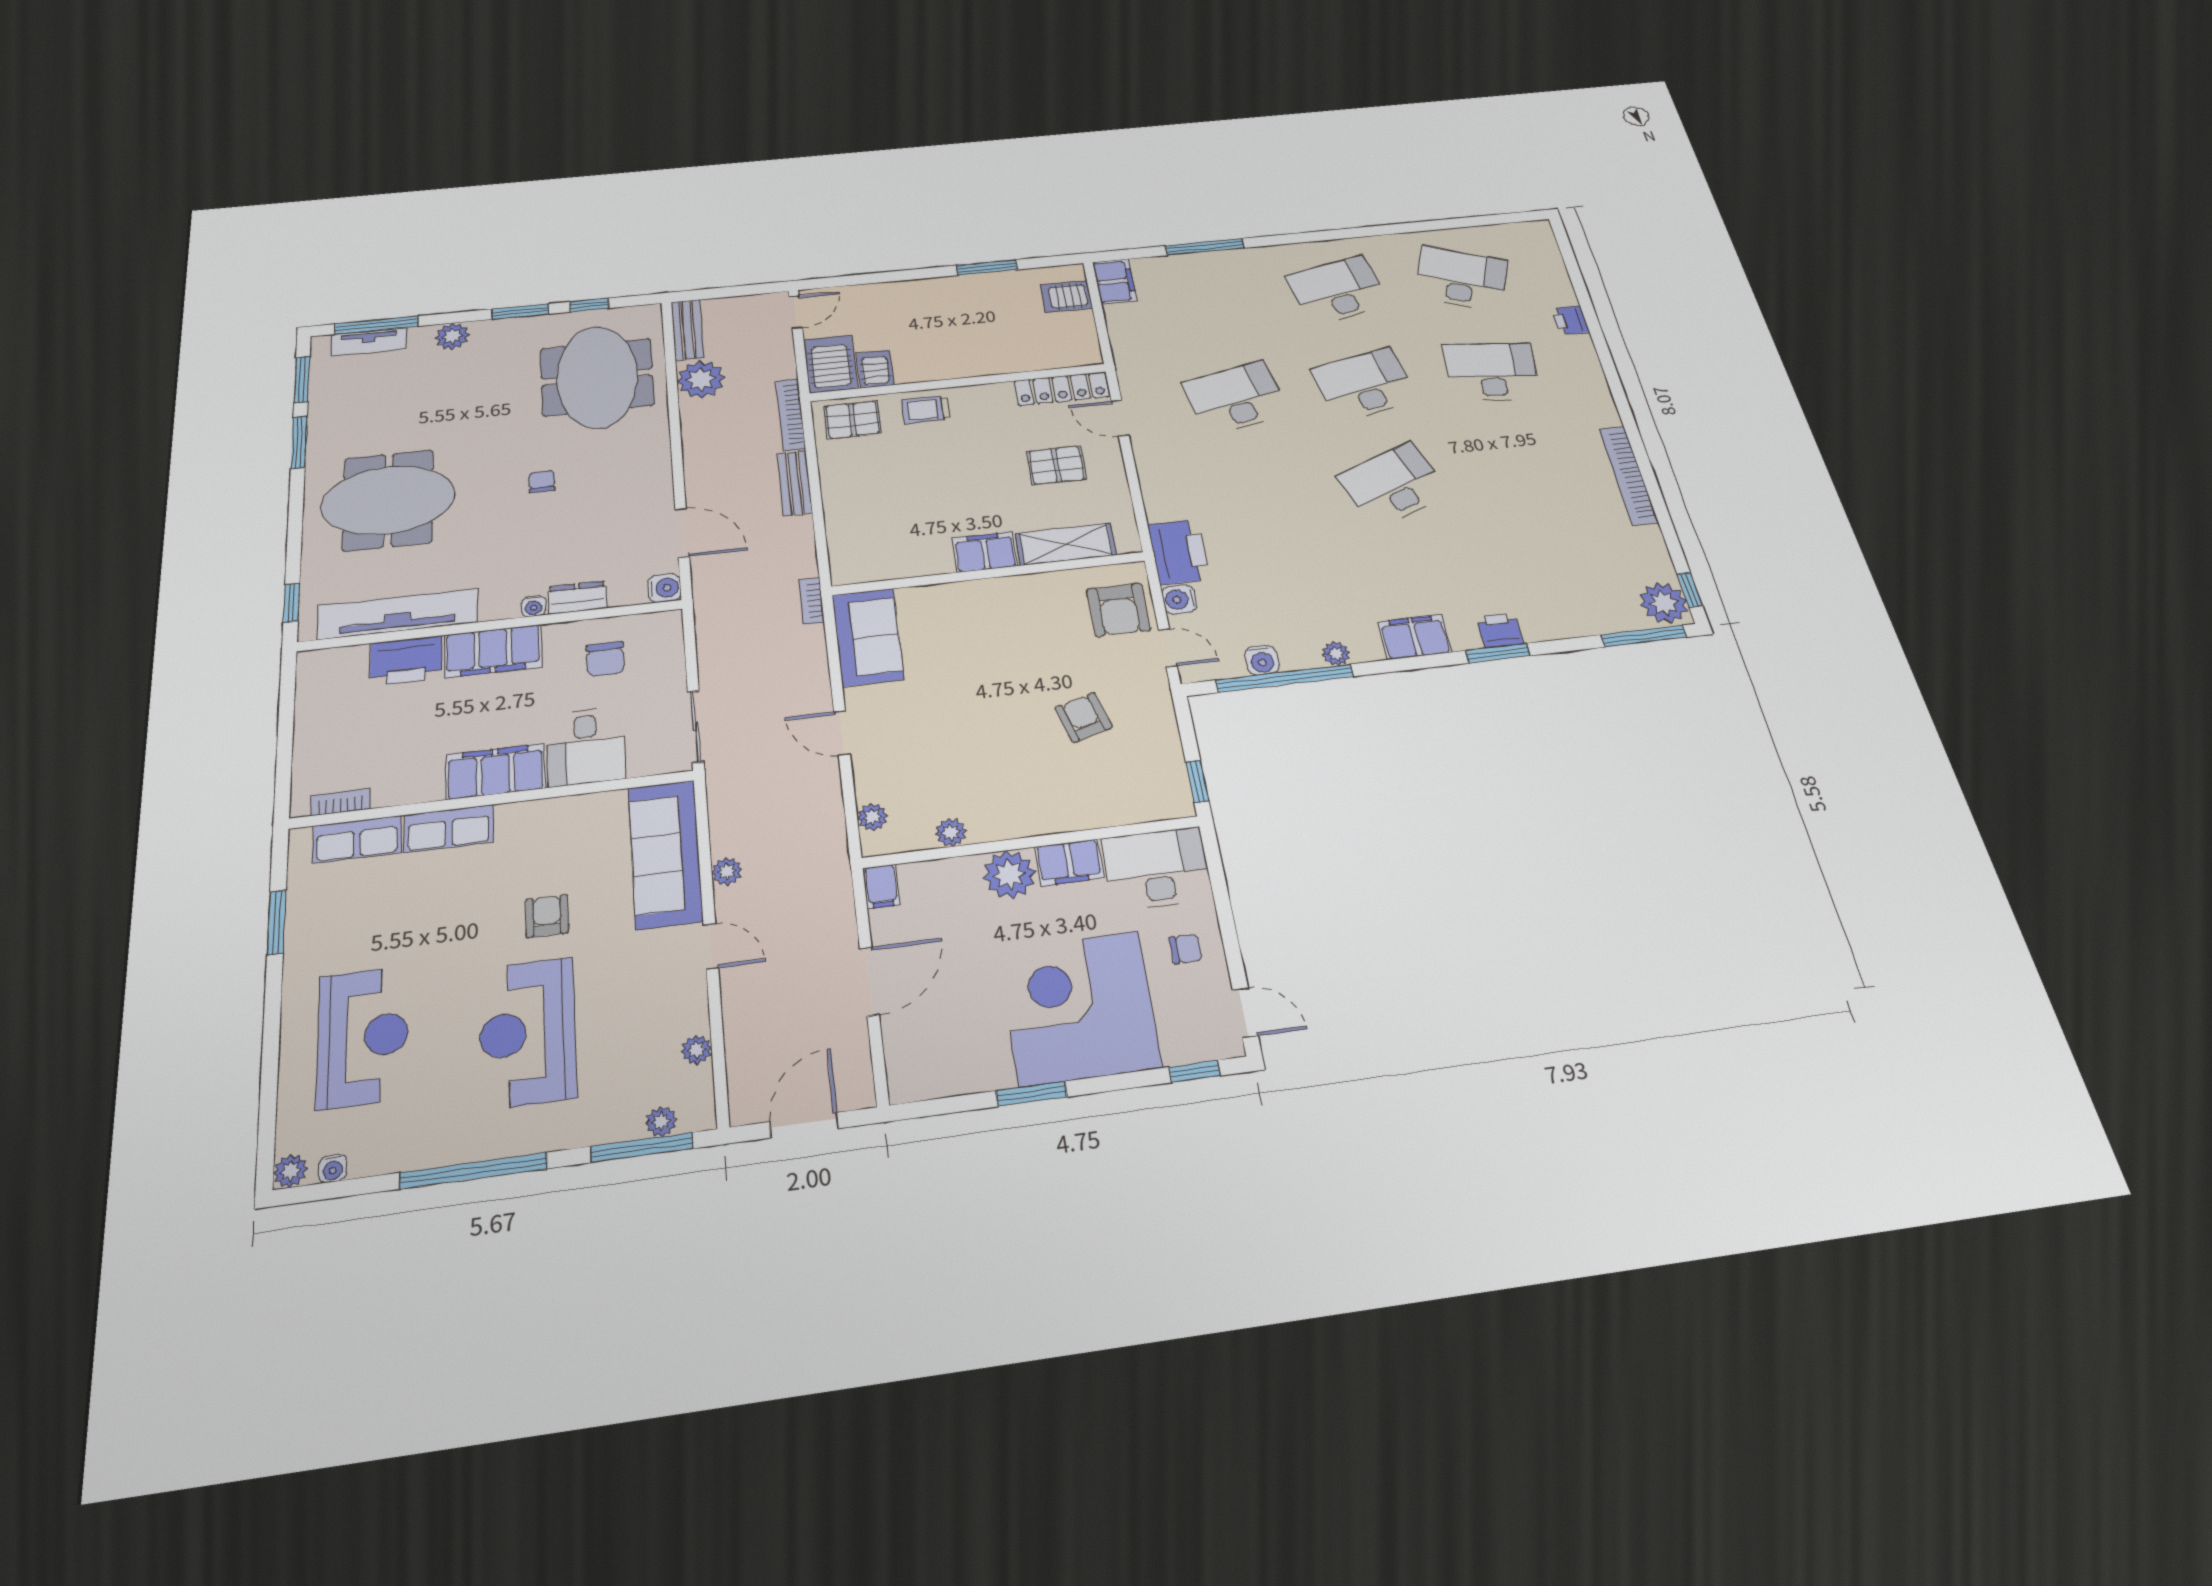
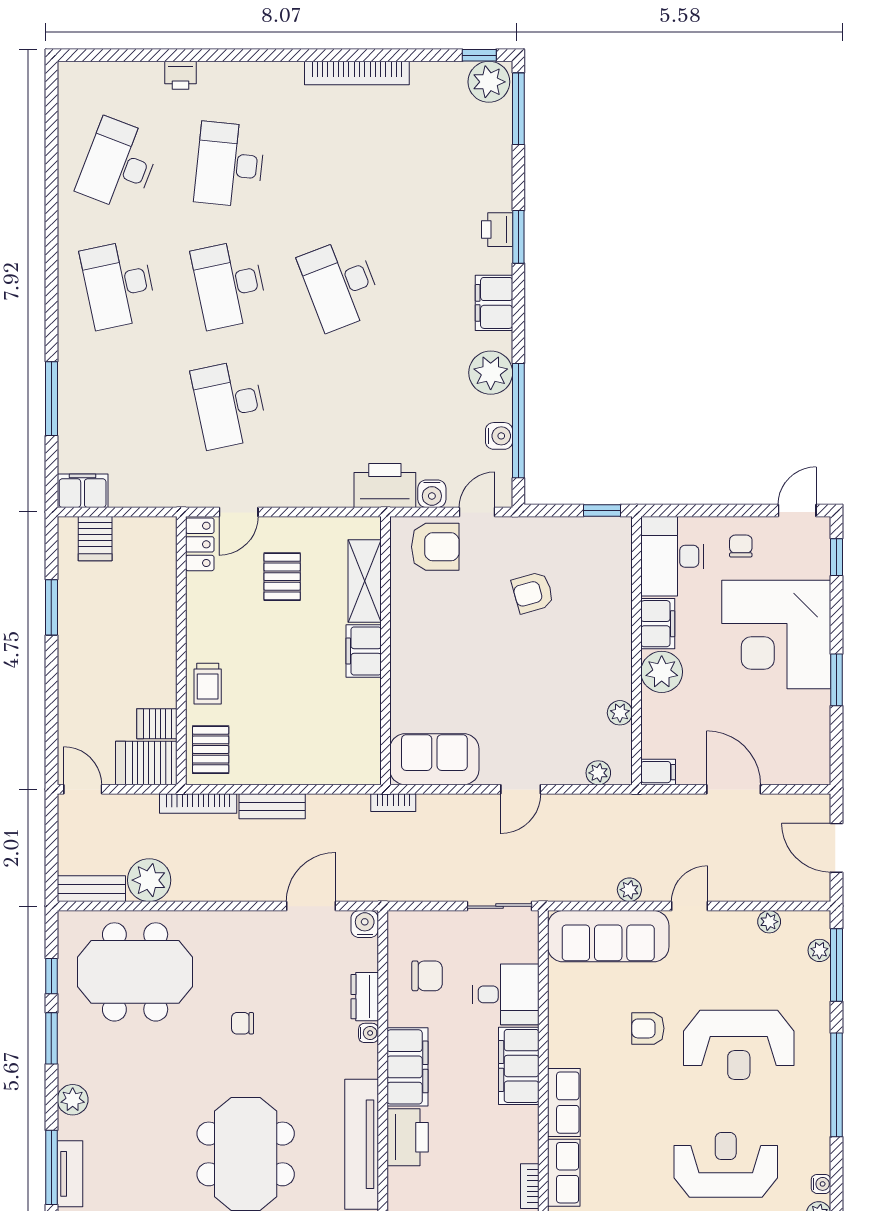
locker: (1062, 389) -> (200, 544), width x0.66
plant: (1336, 654) -> (491, 373), width x1.87, depth x1.87

